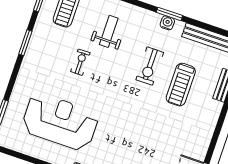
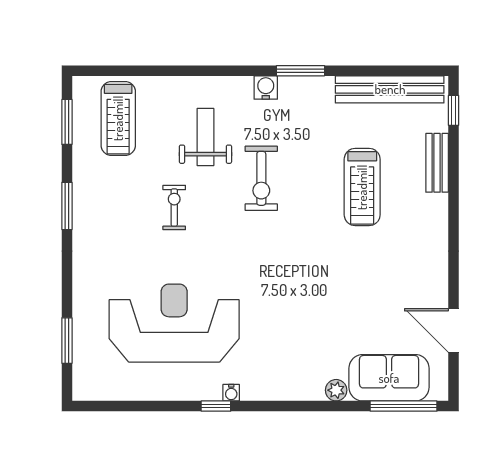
water cooler: (167, 23) -> (266, 88), moved
exercise bike: (150, 66) -> (261, 178), moved

